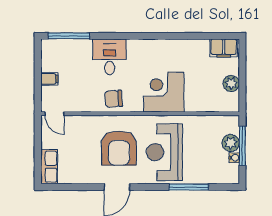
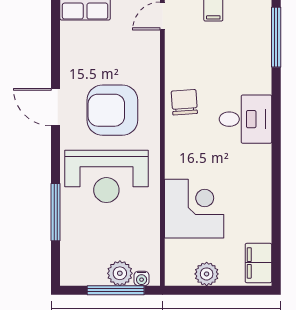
desk: (110, 57) -> (245, 119), moved
corner desk: (164, 92) -> (194, 209), moved
reception desk: (164, 152) -> (106, 176), turned 180
water cooler: (234, 158) -> (142, 278), moved

